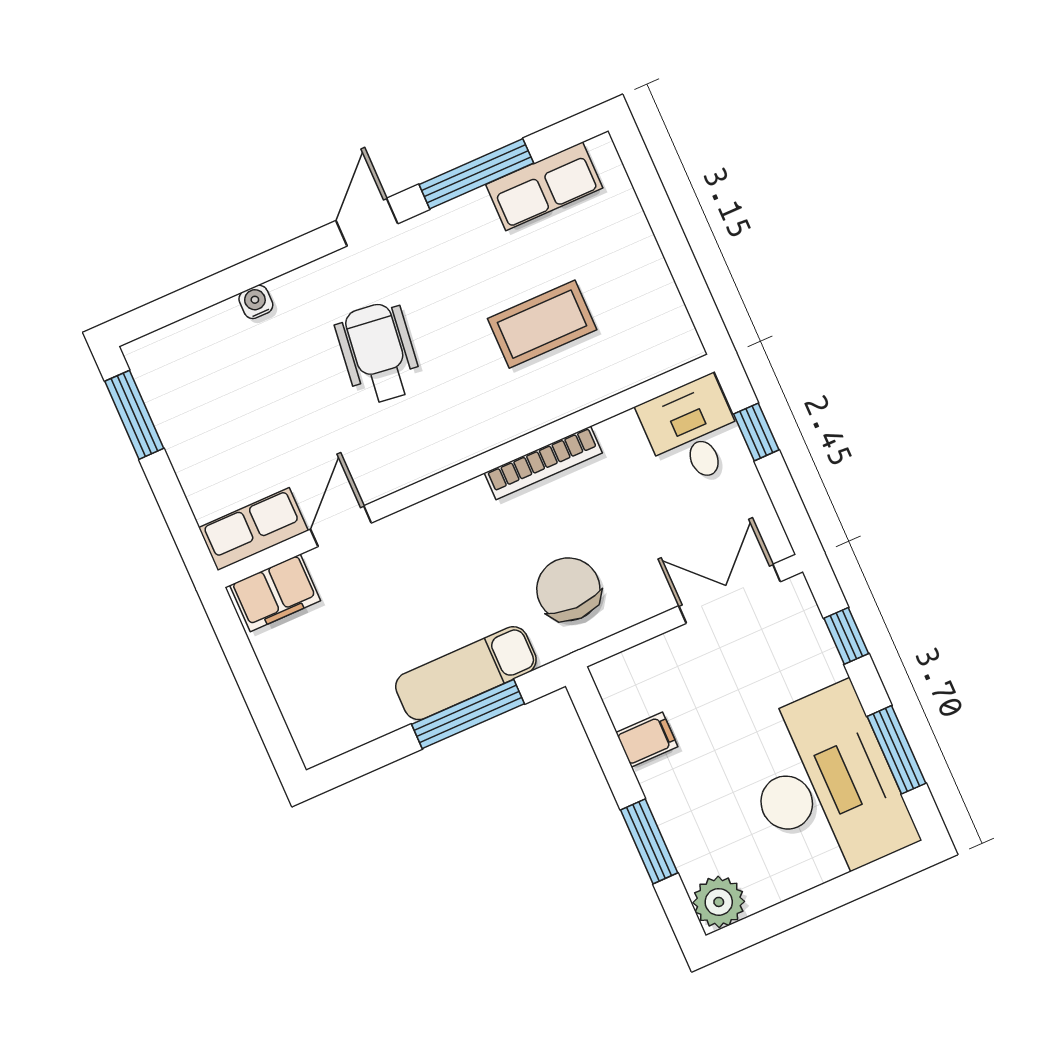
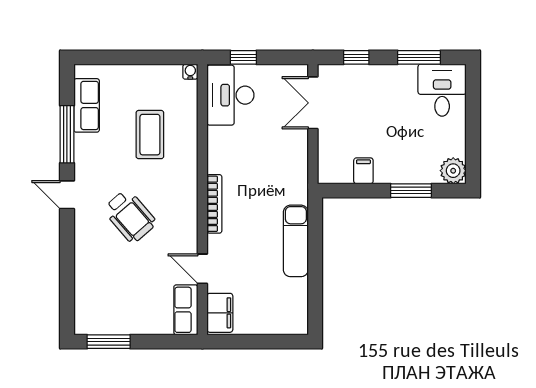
water cooler: (256, 302) -> (190, 72), moved, turned 90
wheelchair: (378, 353) -> (130, 216), turned -138
desk: (692, 432) -> (230, 95), width x1.37
bookcase: (543, 463) -> (214, 204), moved
chair: (568, 589) -> (278, 176), removed
window: (468, 714) -> (315, 248), removed
desk: (825, 786) -> (442, 90), width x0.53, depth x0.77

